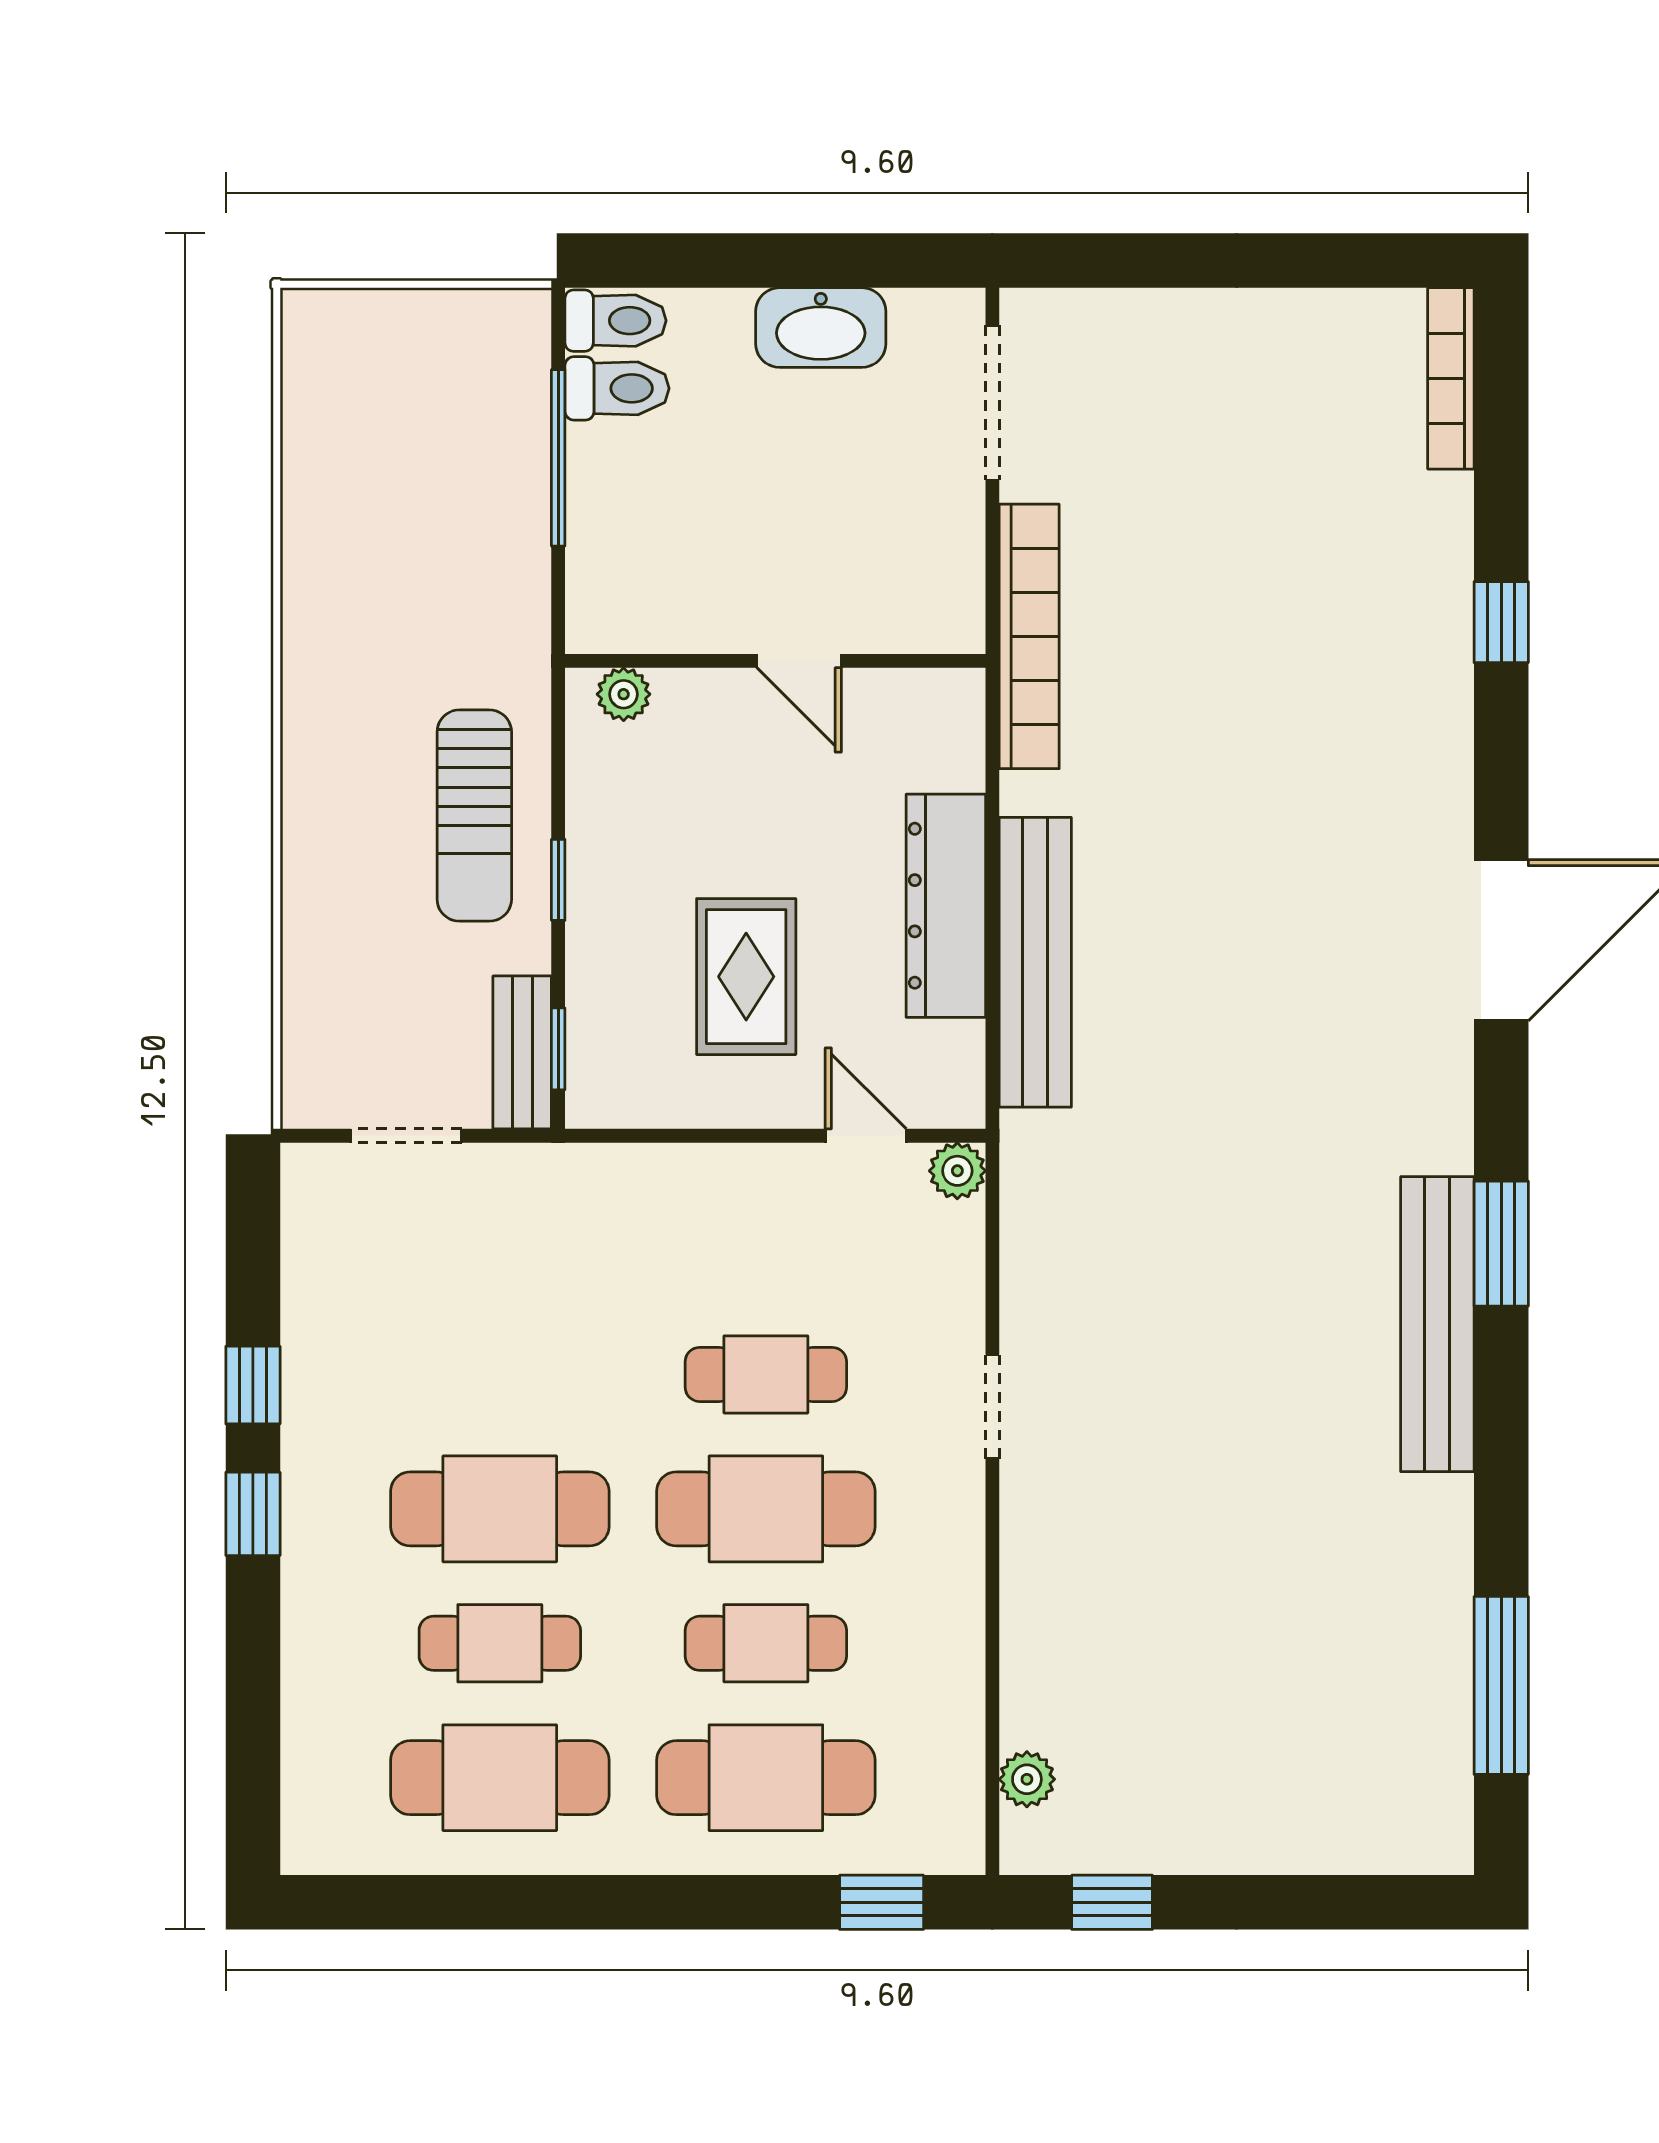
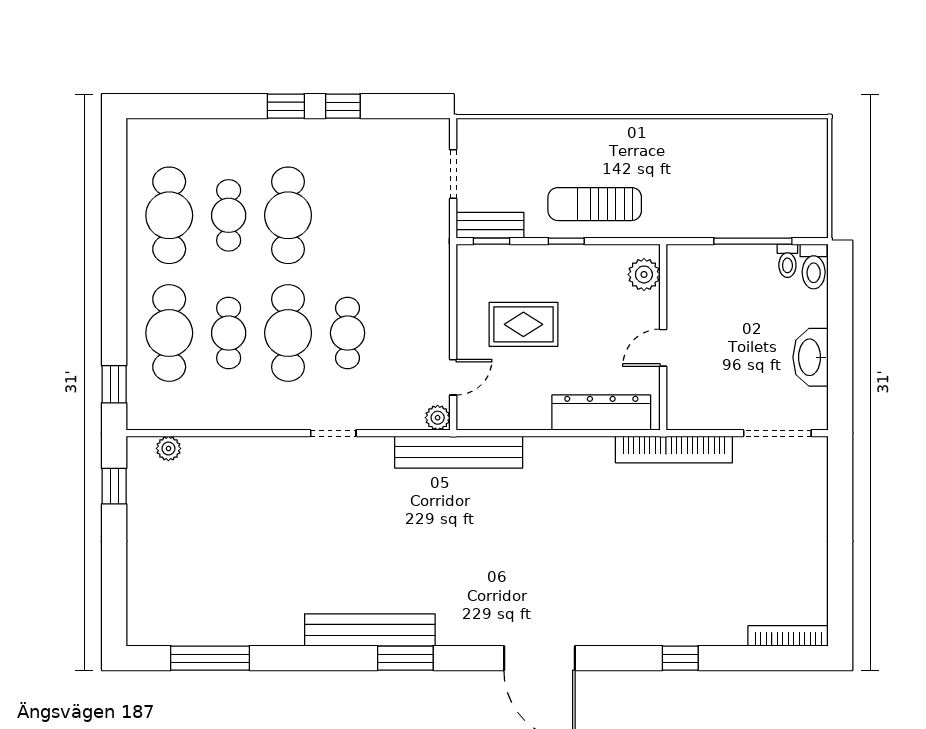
toilet: (617, 388) -> (787, 261), width x0.73, depth x0.72
plant: (624, 694) -> (644, 274), width x1.38, depth x1.38
dresser: (946, 906) -> (601, 413), moved
bench: (1035, 962) -> (459, 452), moved

